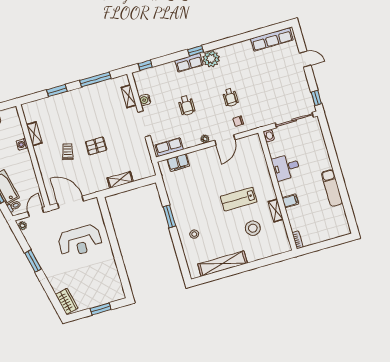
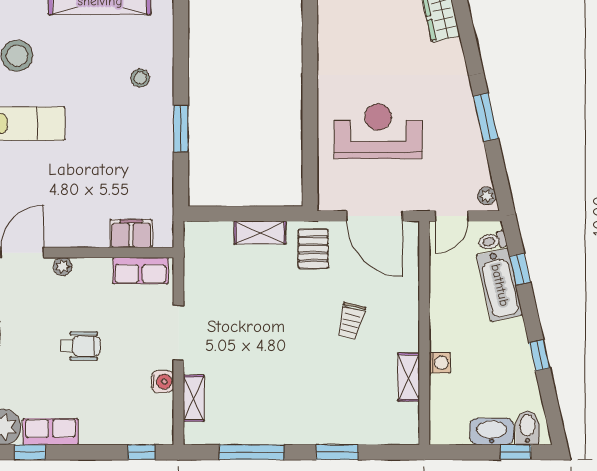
wheelchair: (186, 105) -> (81, 346), turned 90
pallet: (96, 146) -> (313, 249), moved, turned 90

